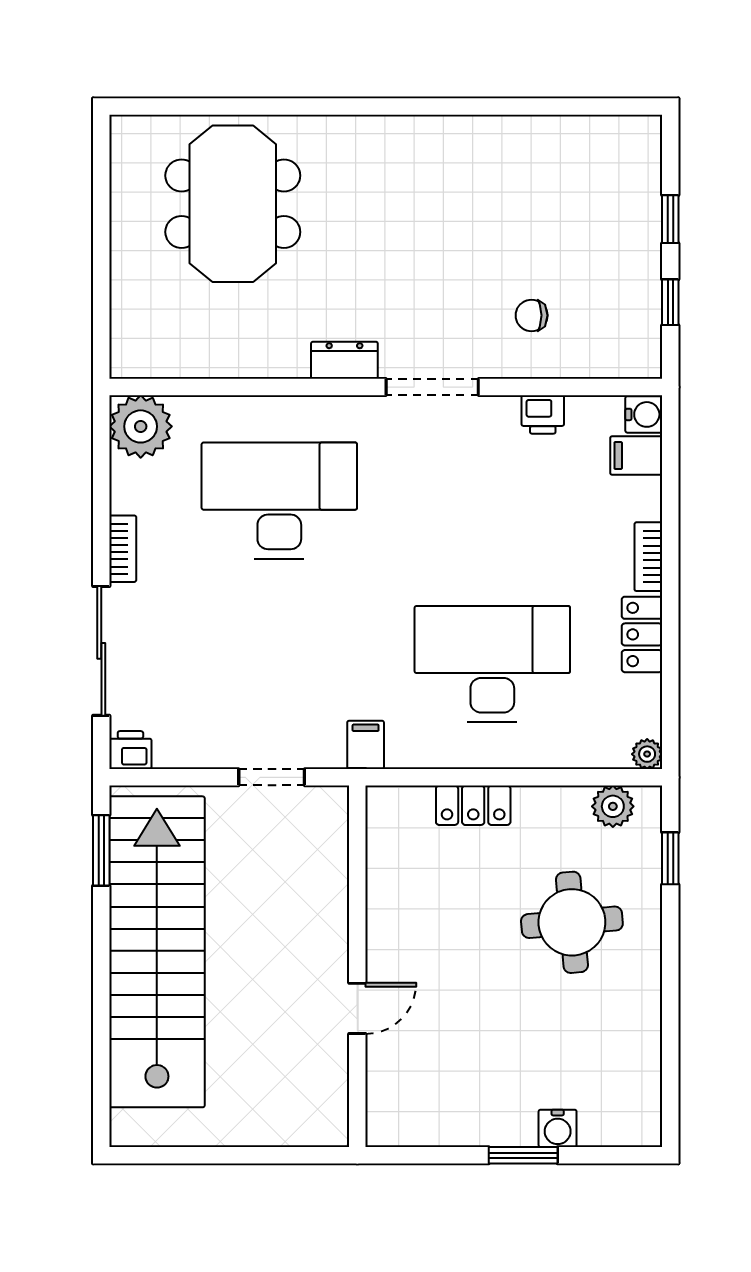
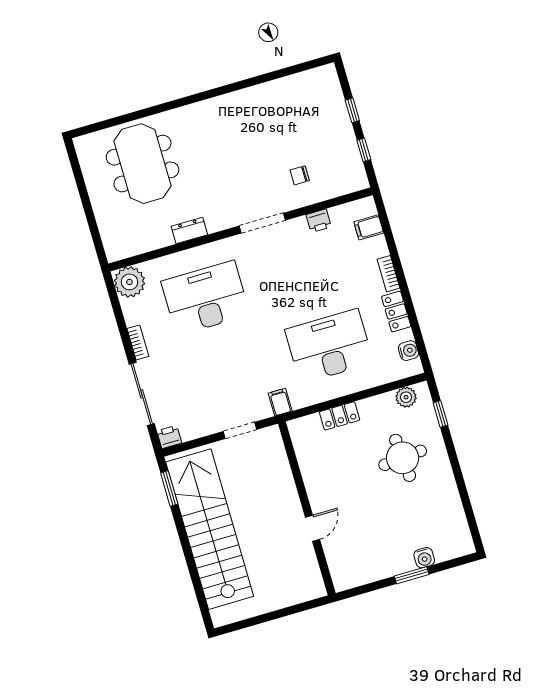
dresser: (344, 360) -> (189, 230), moved
water cooler: (644, 414) -> (408, 351), moved
plant: (647, 754) -> (415, 368), removed

